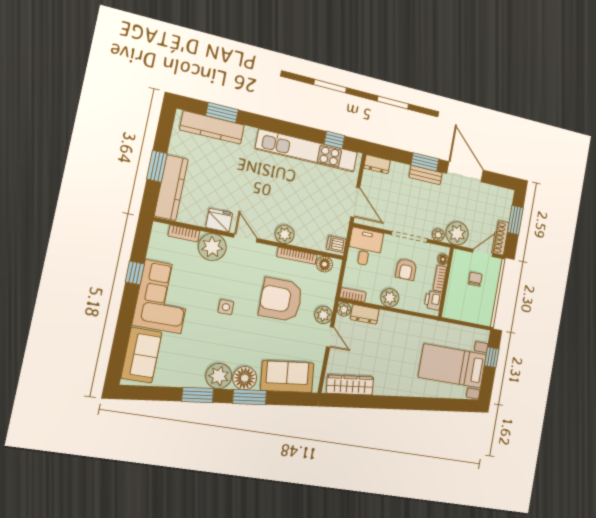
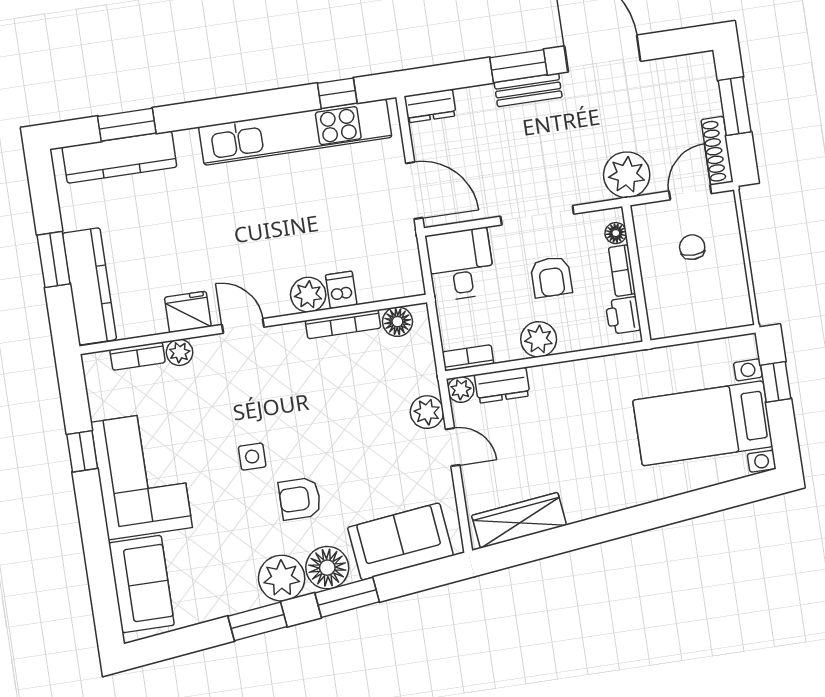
plant: (438, 235) -> (591, 191), removed
dishwasher: (336, 244) -> (341, 290), moved, turned 90
plant: (212, 247) -> (180, 352), width x0.53, depth x0.53
armchair: (281, 300) -> (300, 499), moved, width x0.53, depth x0.53

